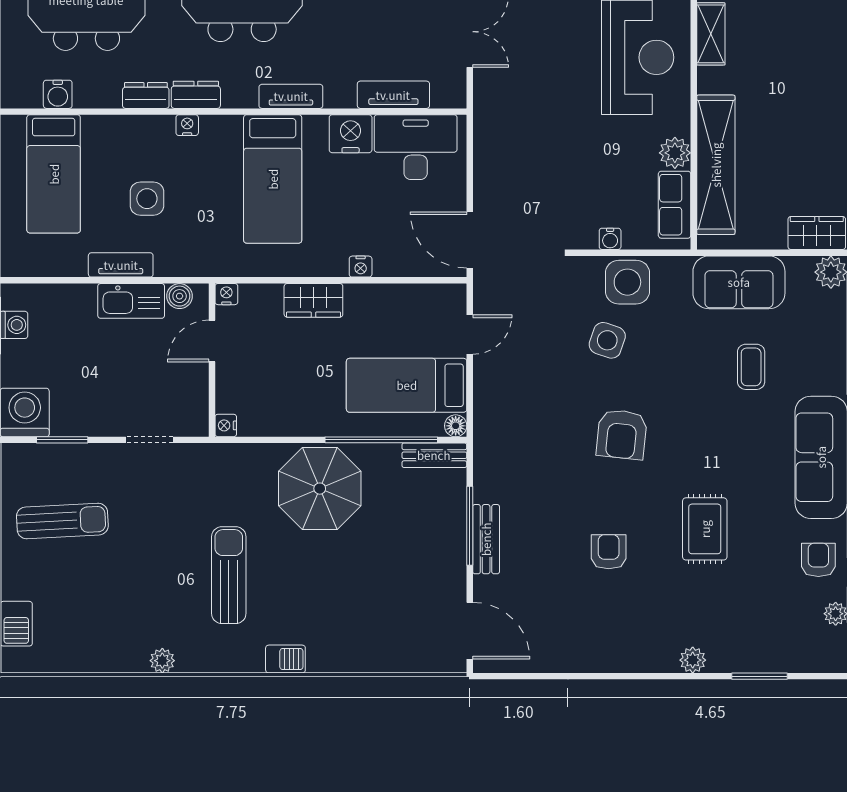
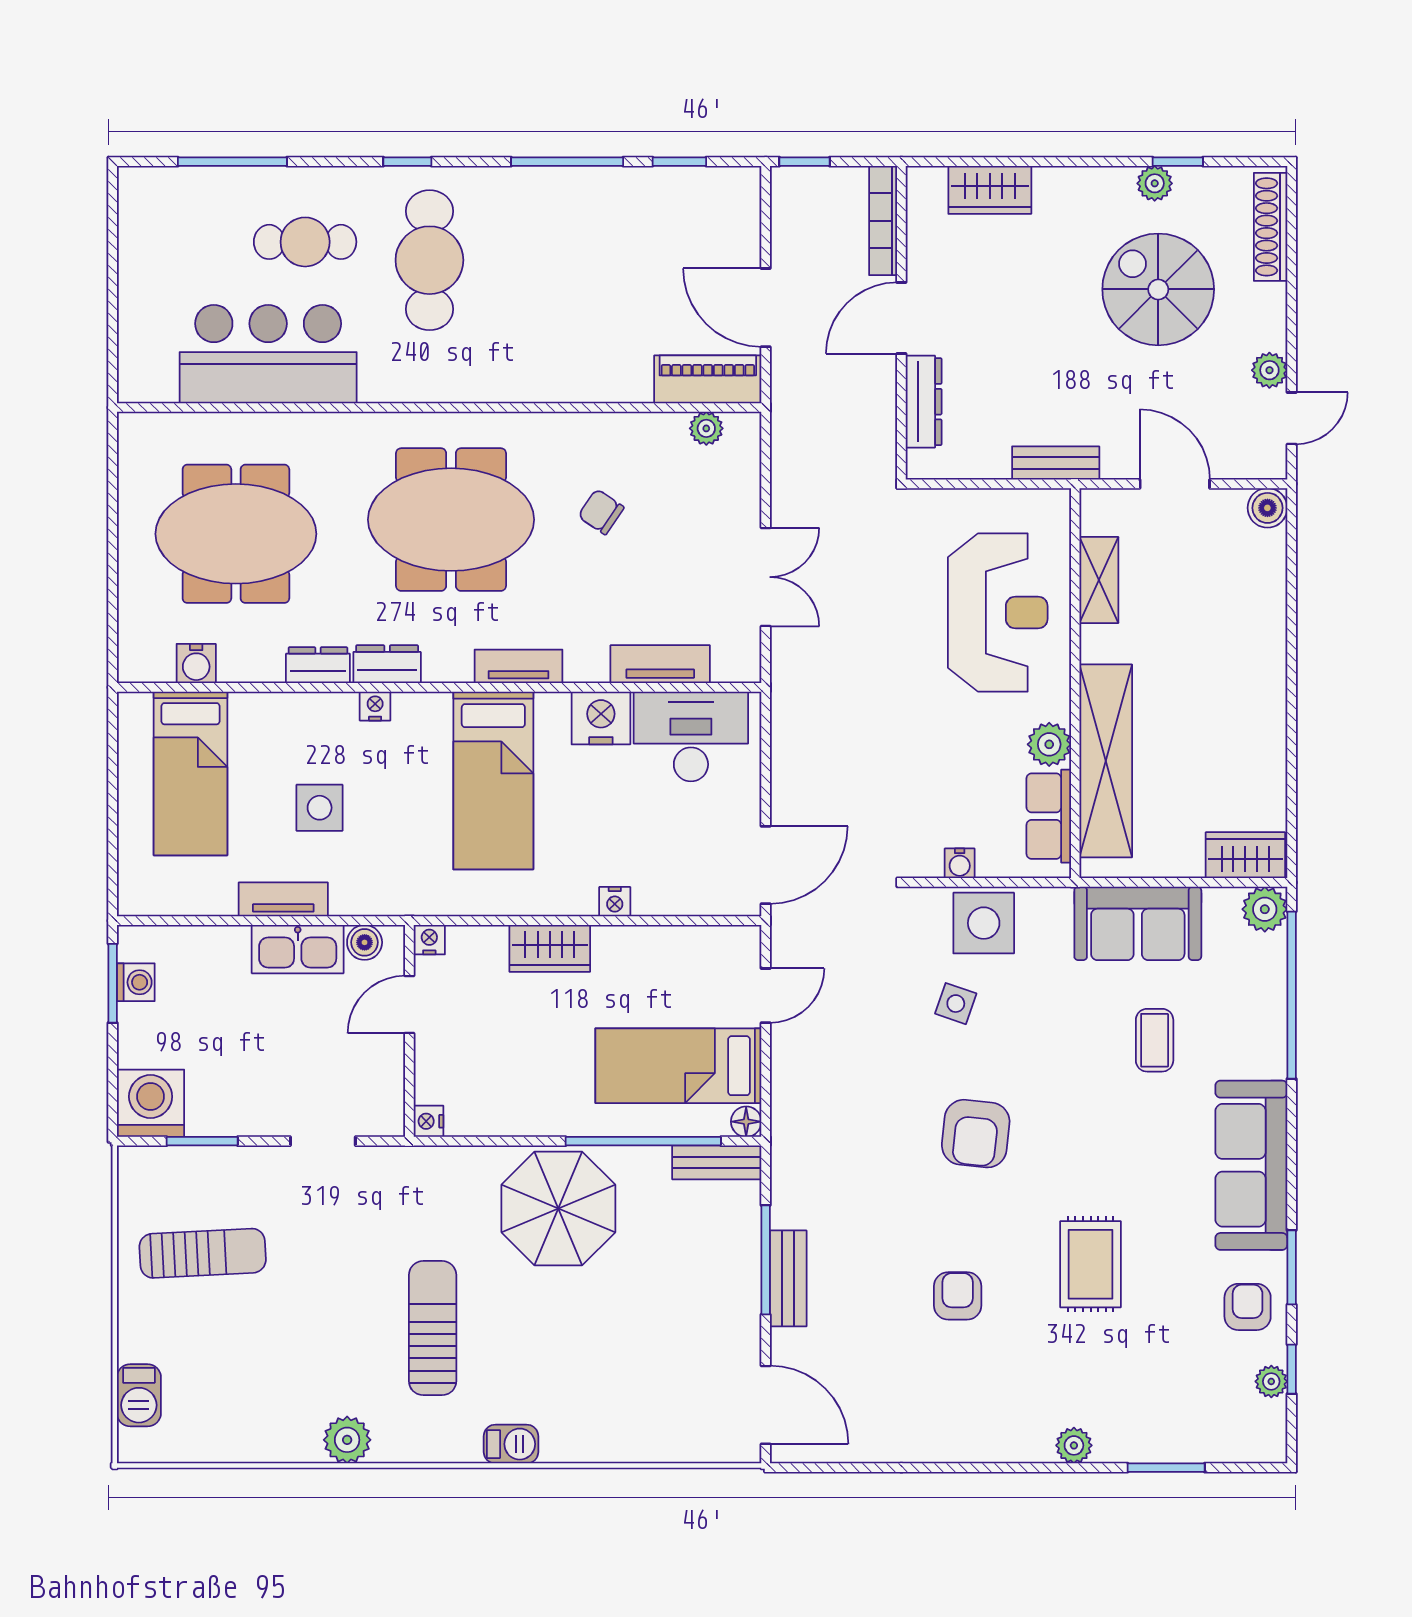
door: (470, 240) -> (766, 865), swing flipped
side table: (607, 340) -> (956, 1004), width x0.73, depth x0.73
plant: (162, 661) -> (347, 1440), width x1.38, depth x1.38

